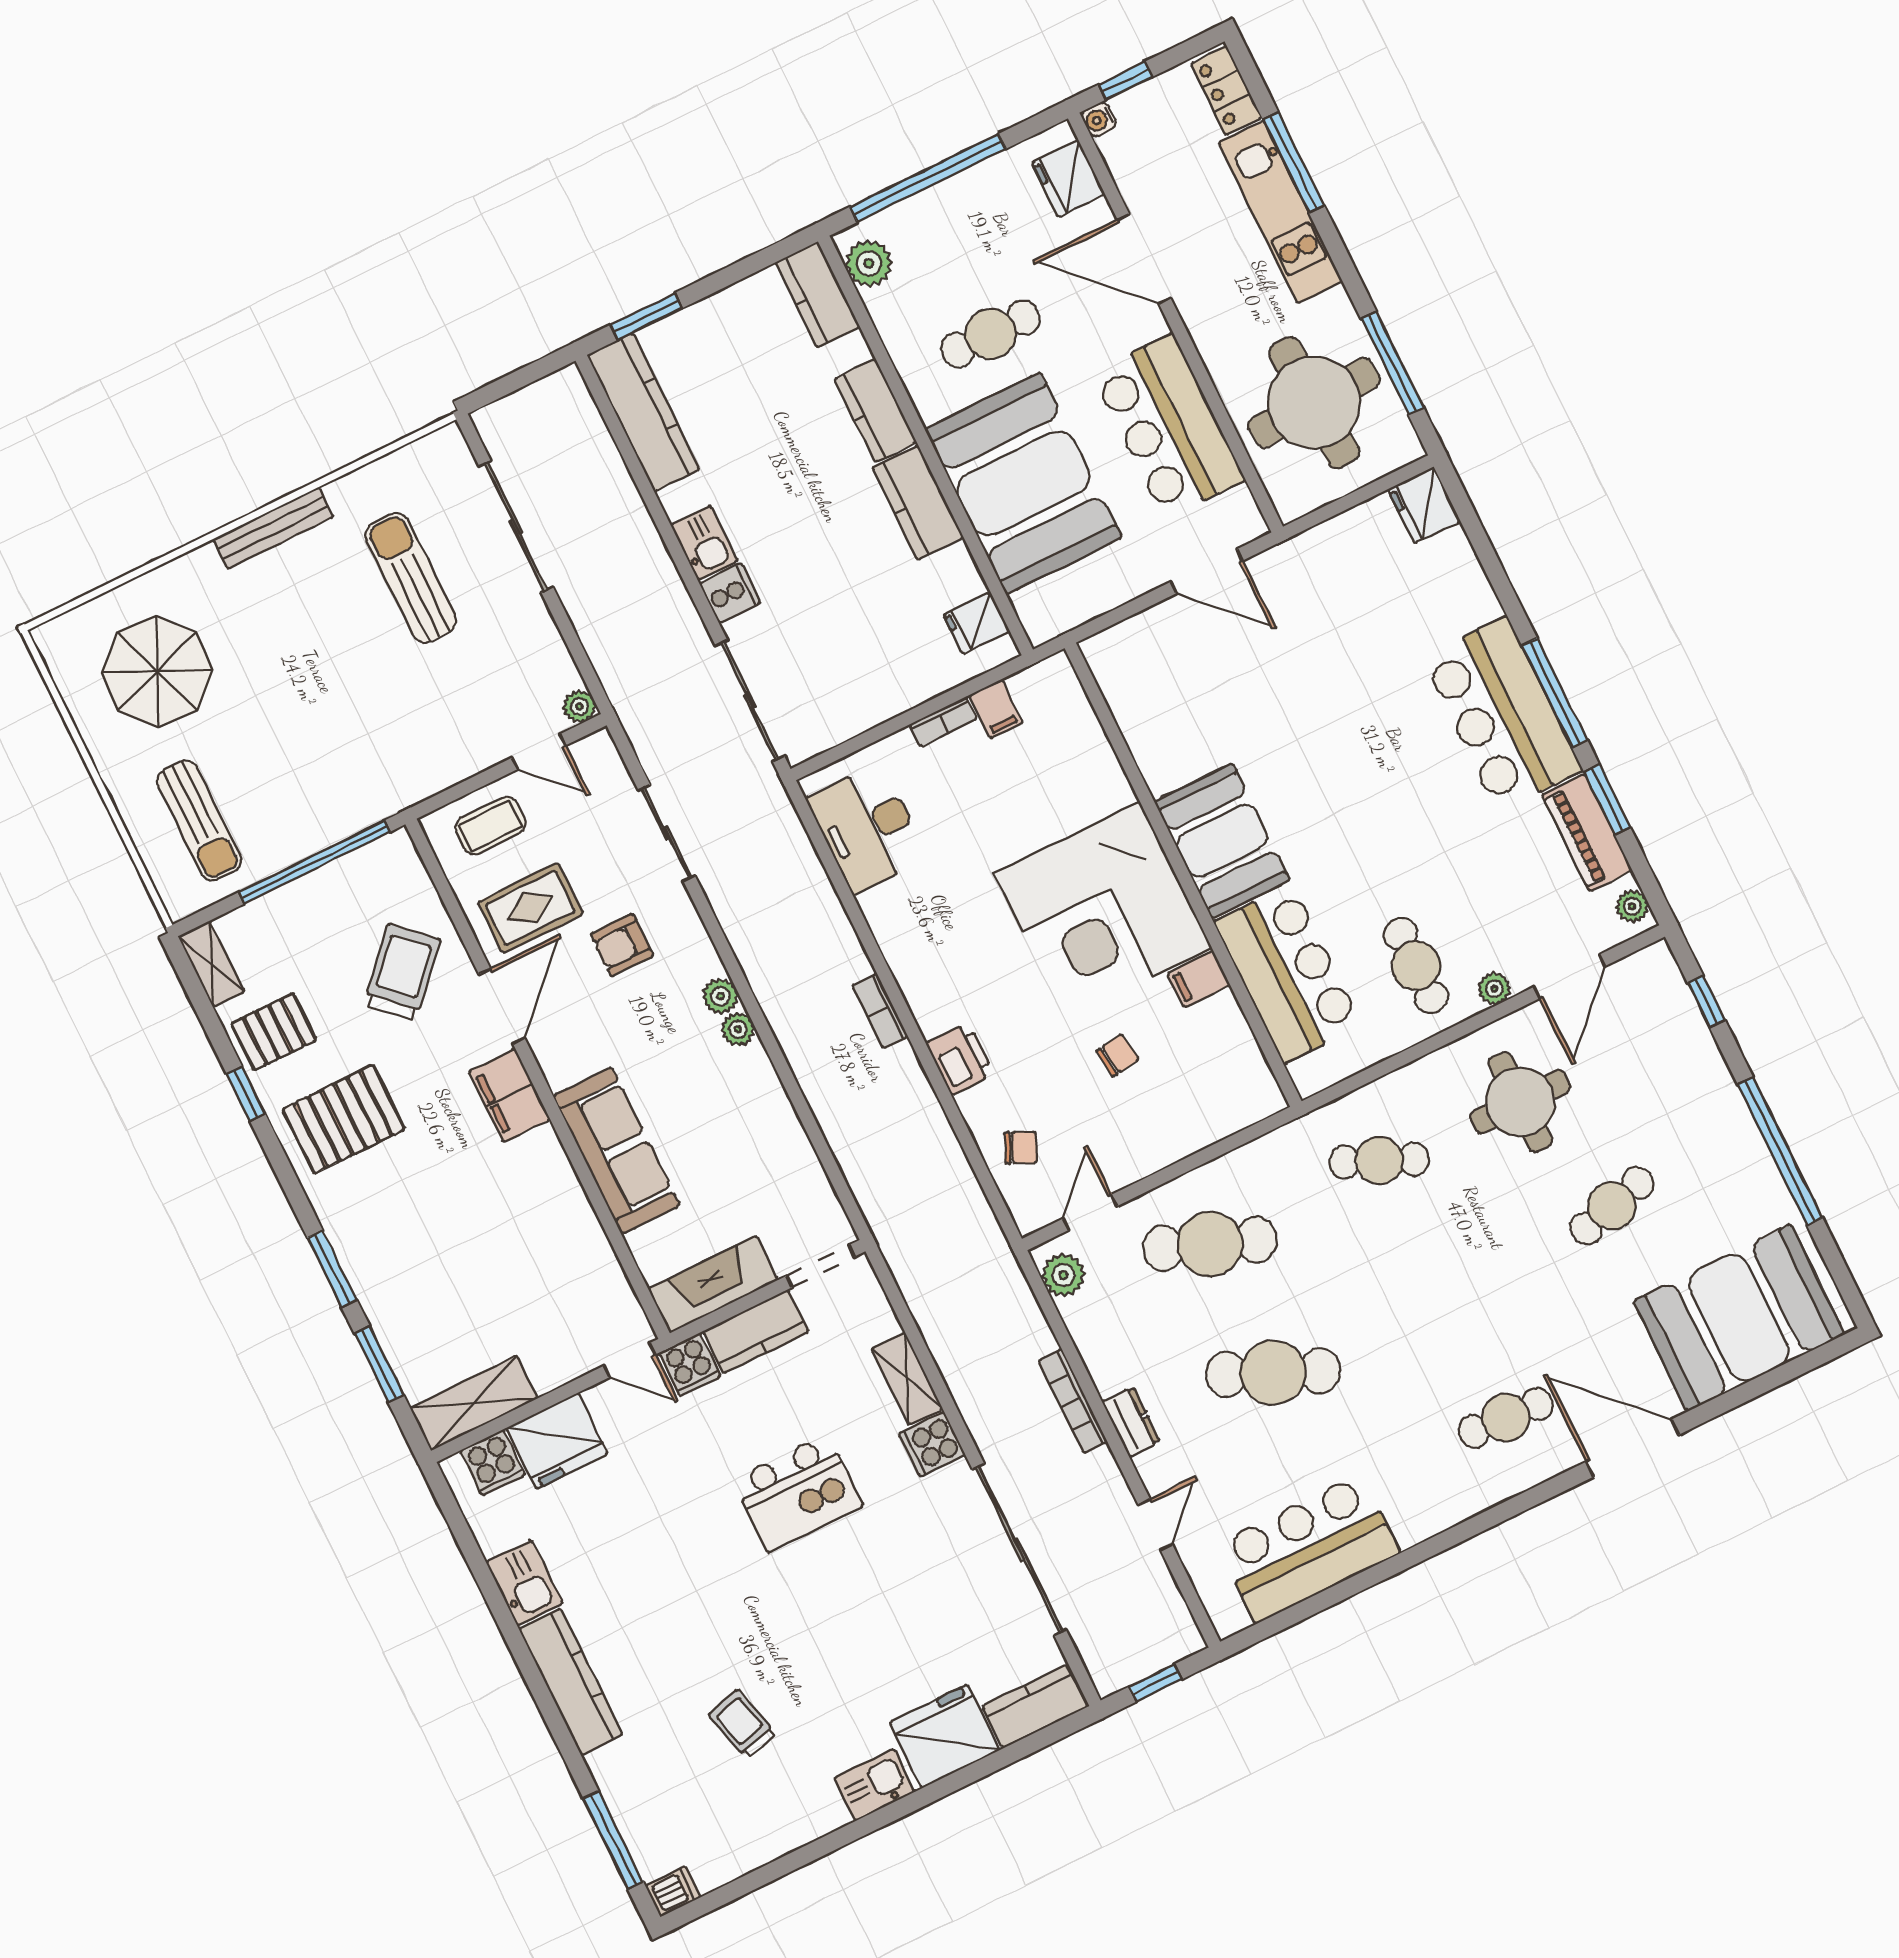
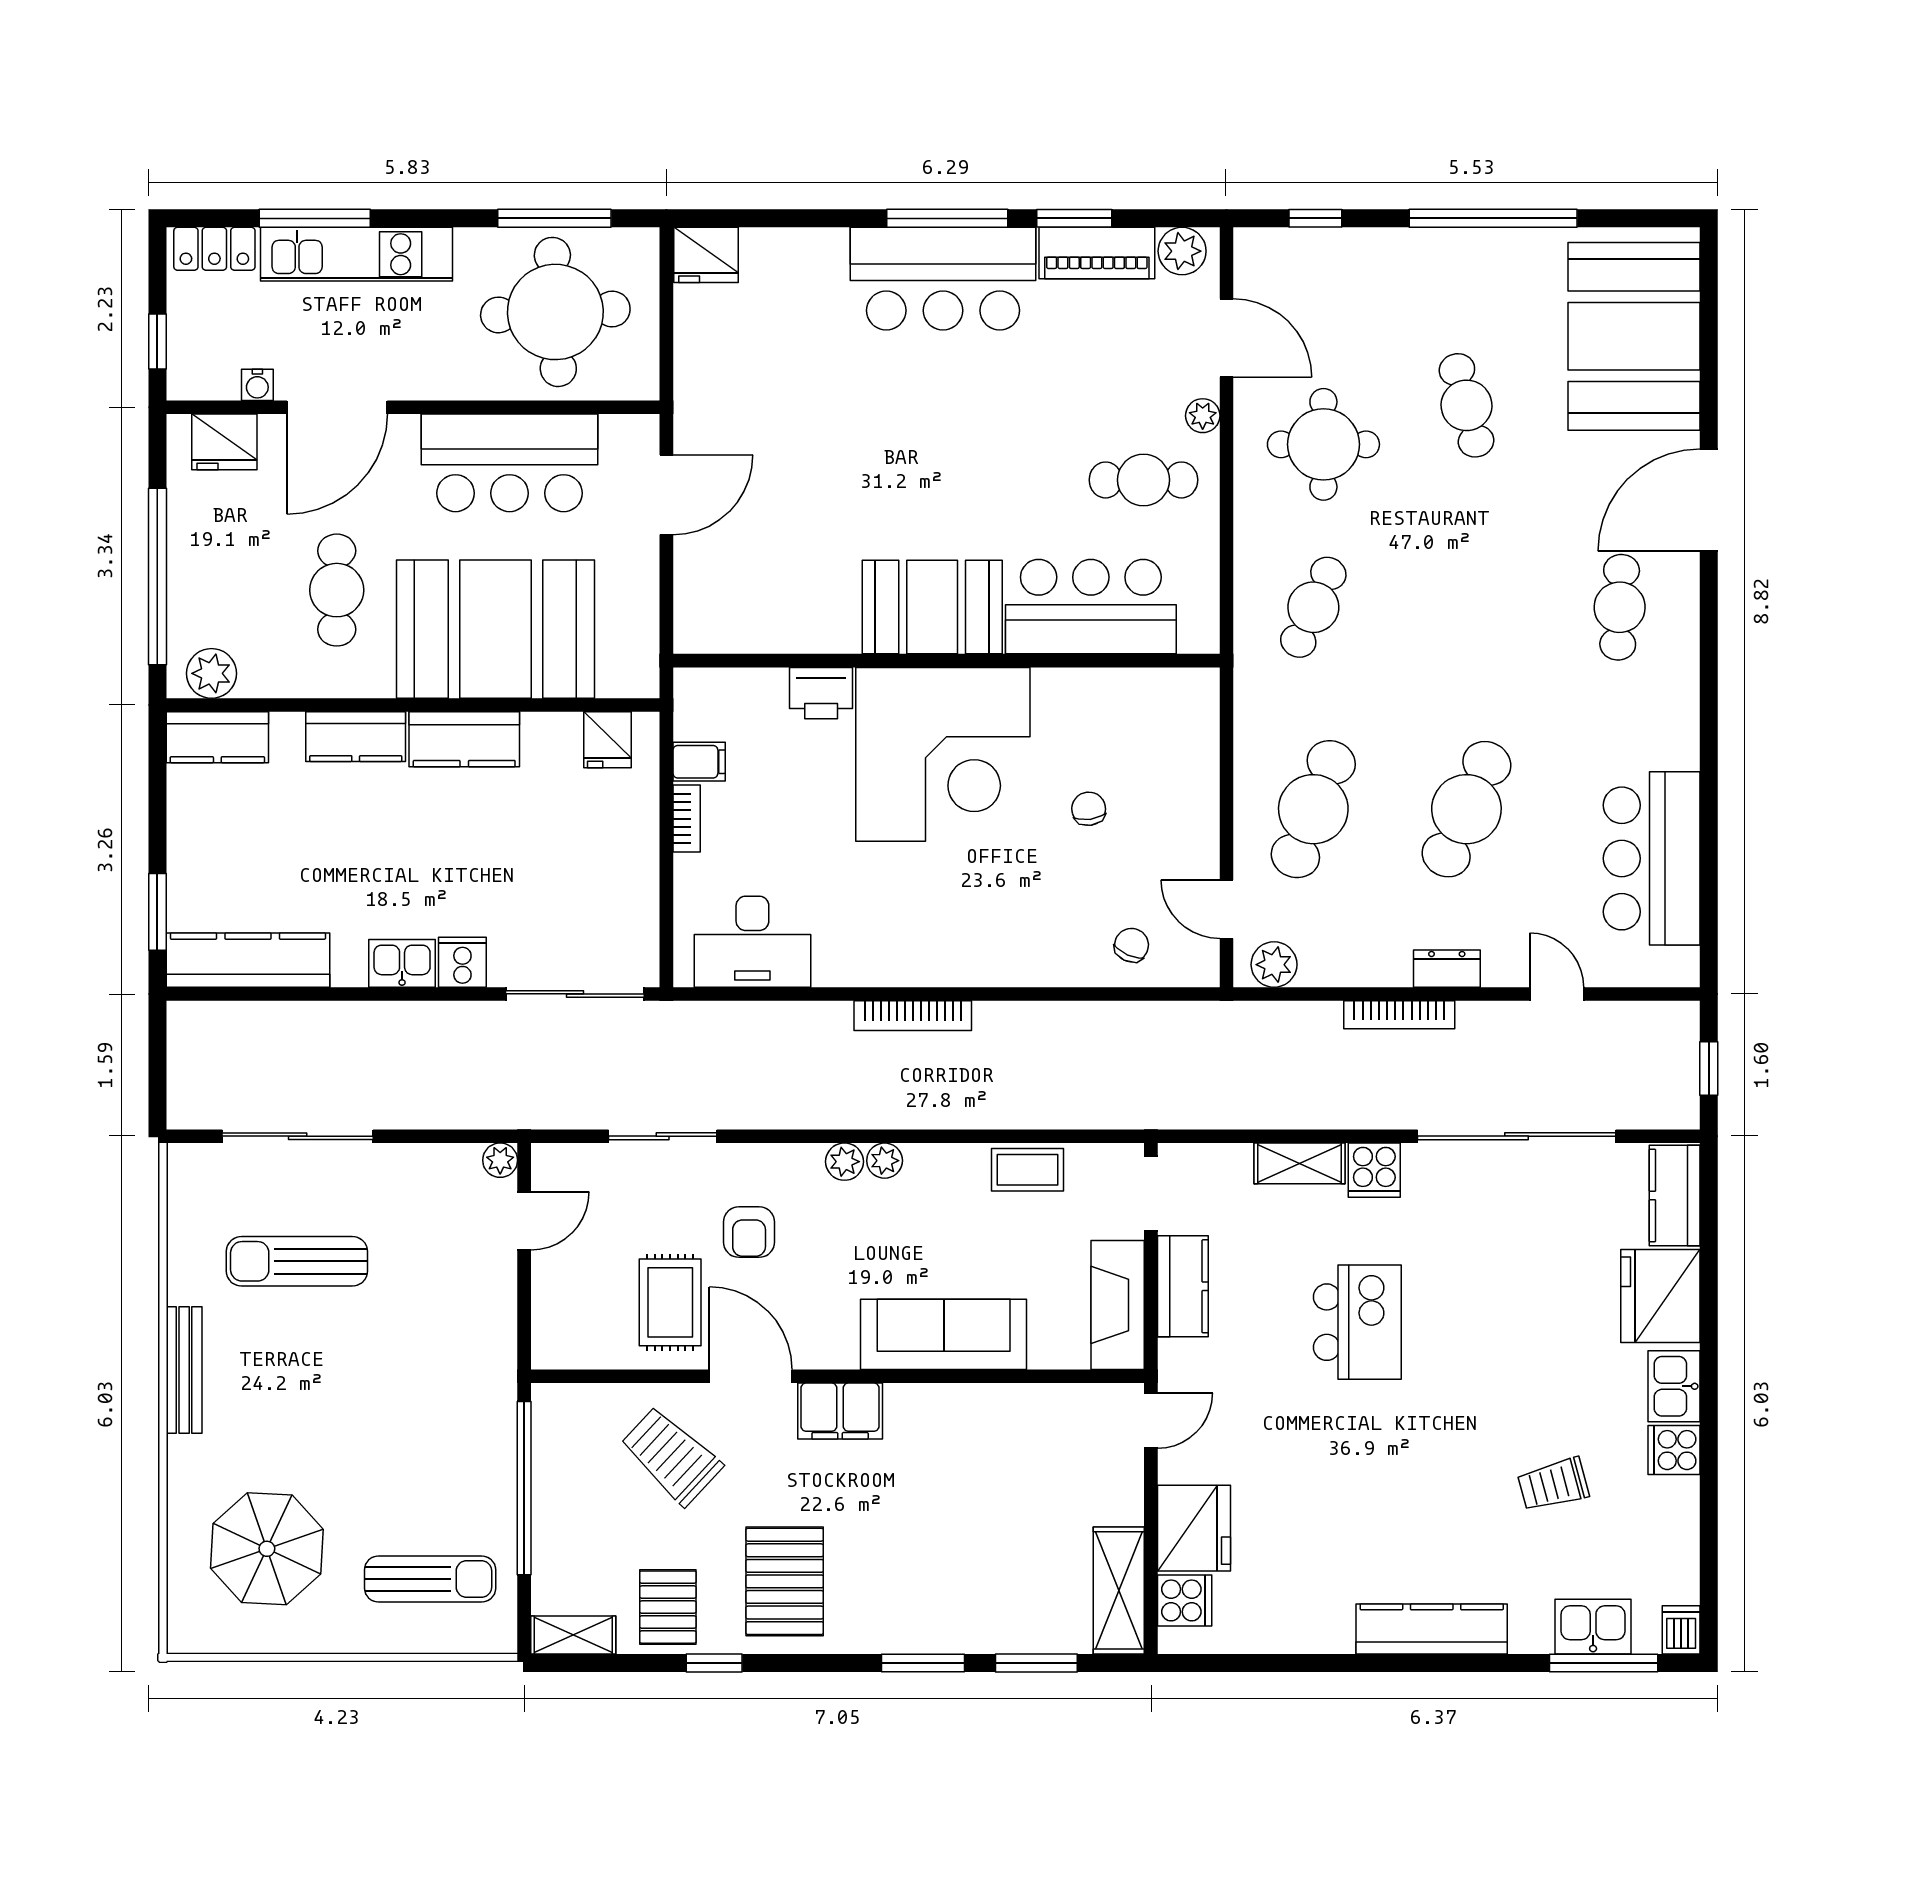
water cooler: (1099, 119) -> (257, 385), moved
coffee table: (490, 825) -> (1028, 1170), moved, turned 90
plant: (1632, 906) -> (1182, 251), width x1.38, depth x1.38
filing cabinet: (1199, 979) -> (1054, 695), removed
bookcase: (880, 1011) -> (913, 1016), width x1.56
printer: (960, 1059) -> (821, 693), moved, turned 180
cooker: (690, 1365) -> (1674, 1450), moved, turned 180
kitchen sink: (525, 1583) -> (1593, 1627), moved

